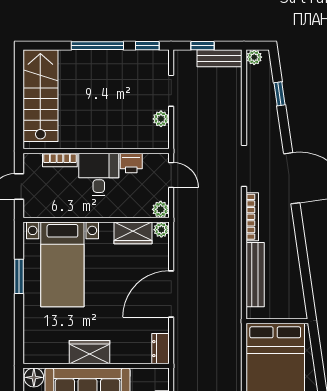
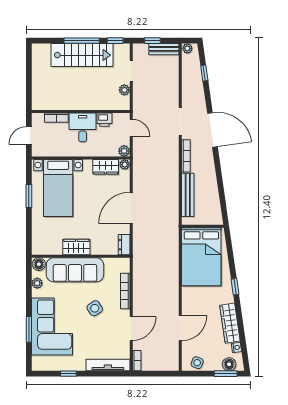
stairs: (40, 96) -> (82, 55), moved, turned 90

